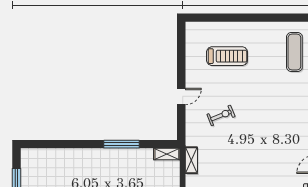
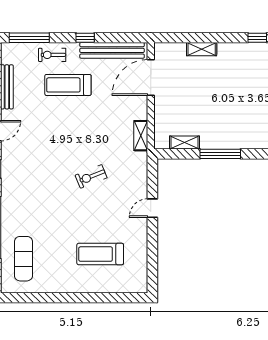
exercise bike: (221, 115) -> (91, 176), moved
shelving: (167, 154) -> (184, 143), moved

